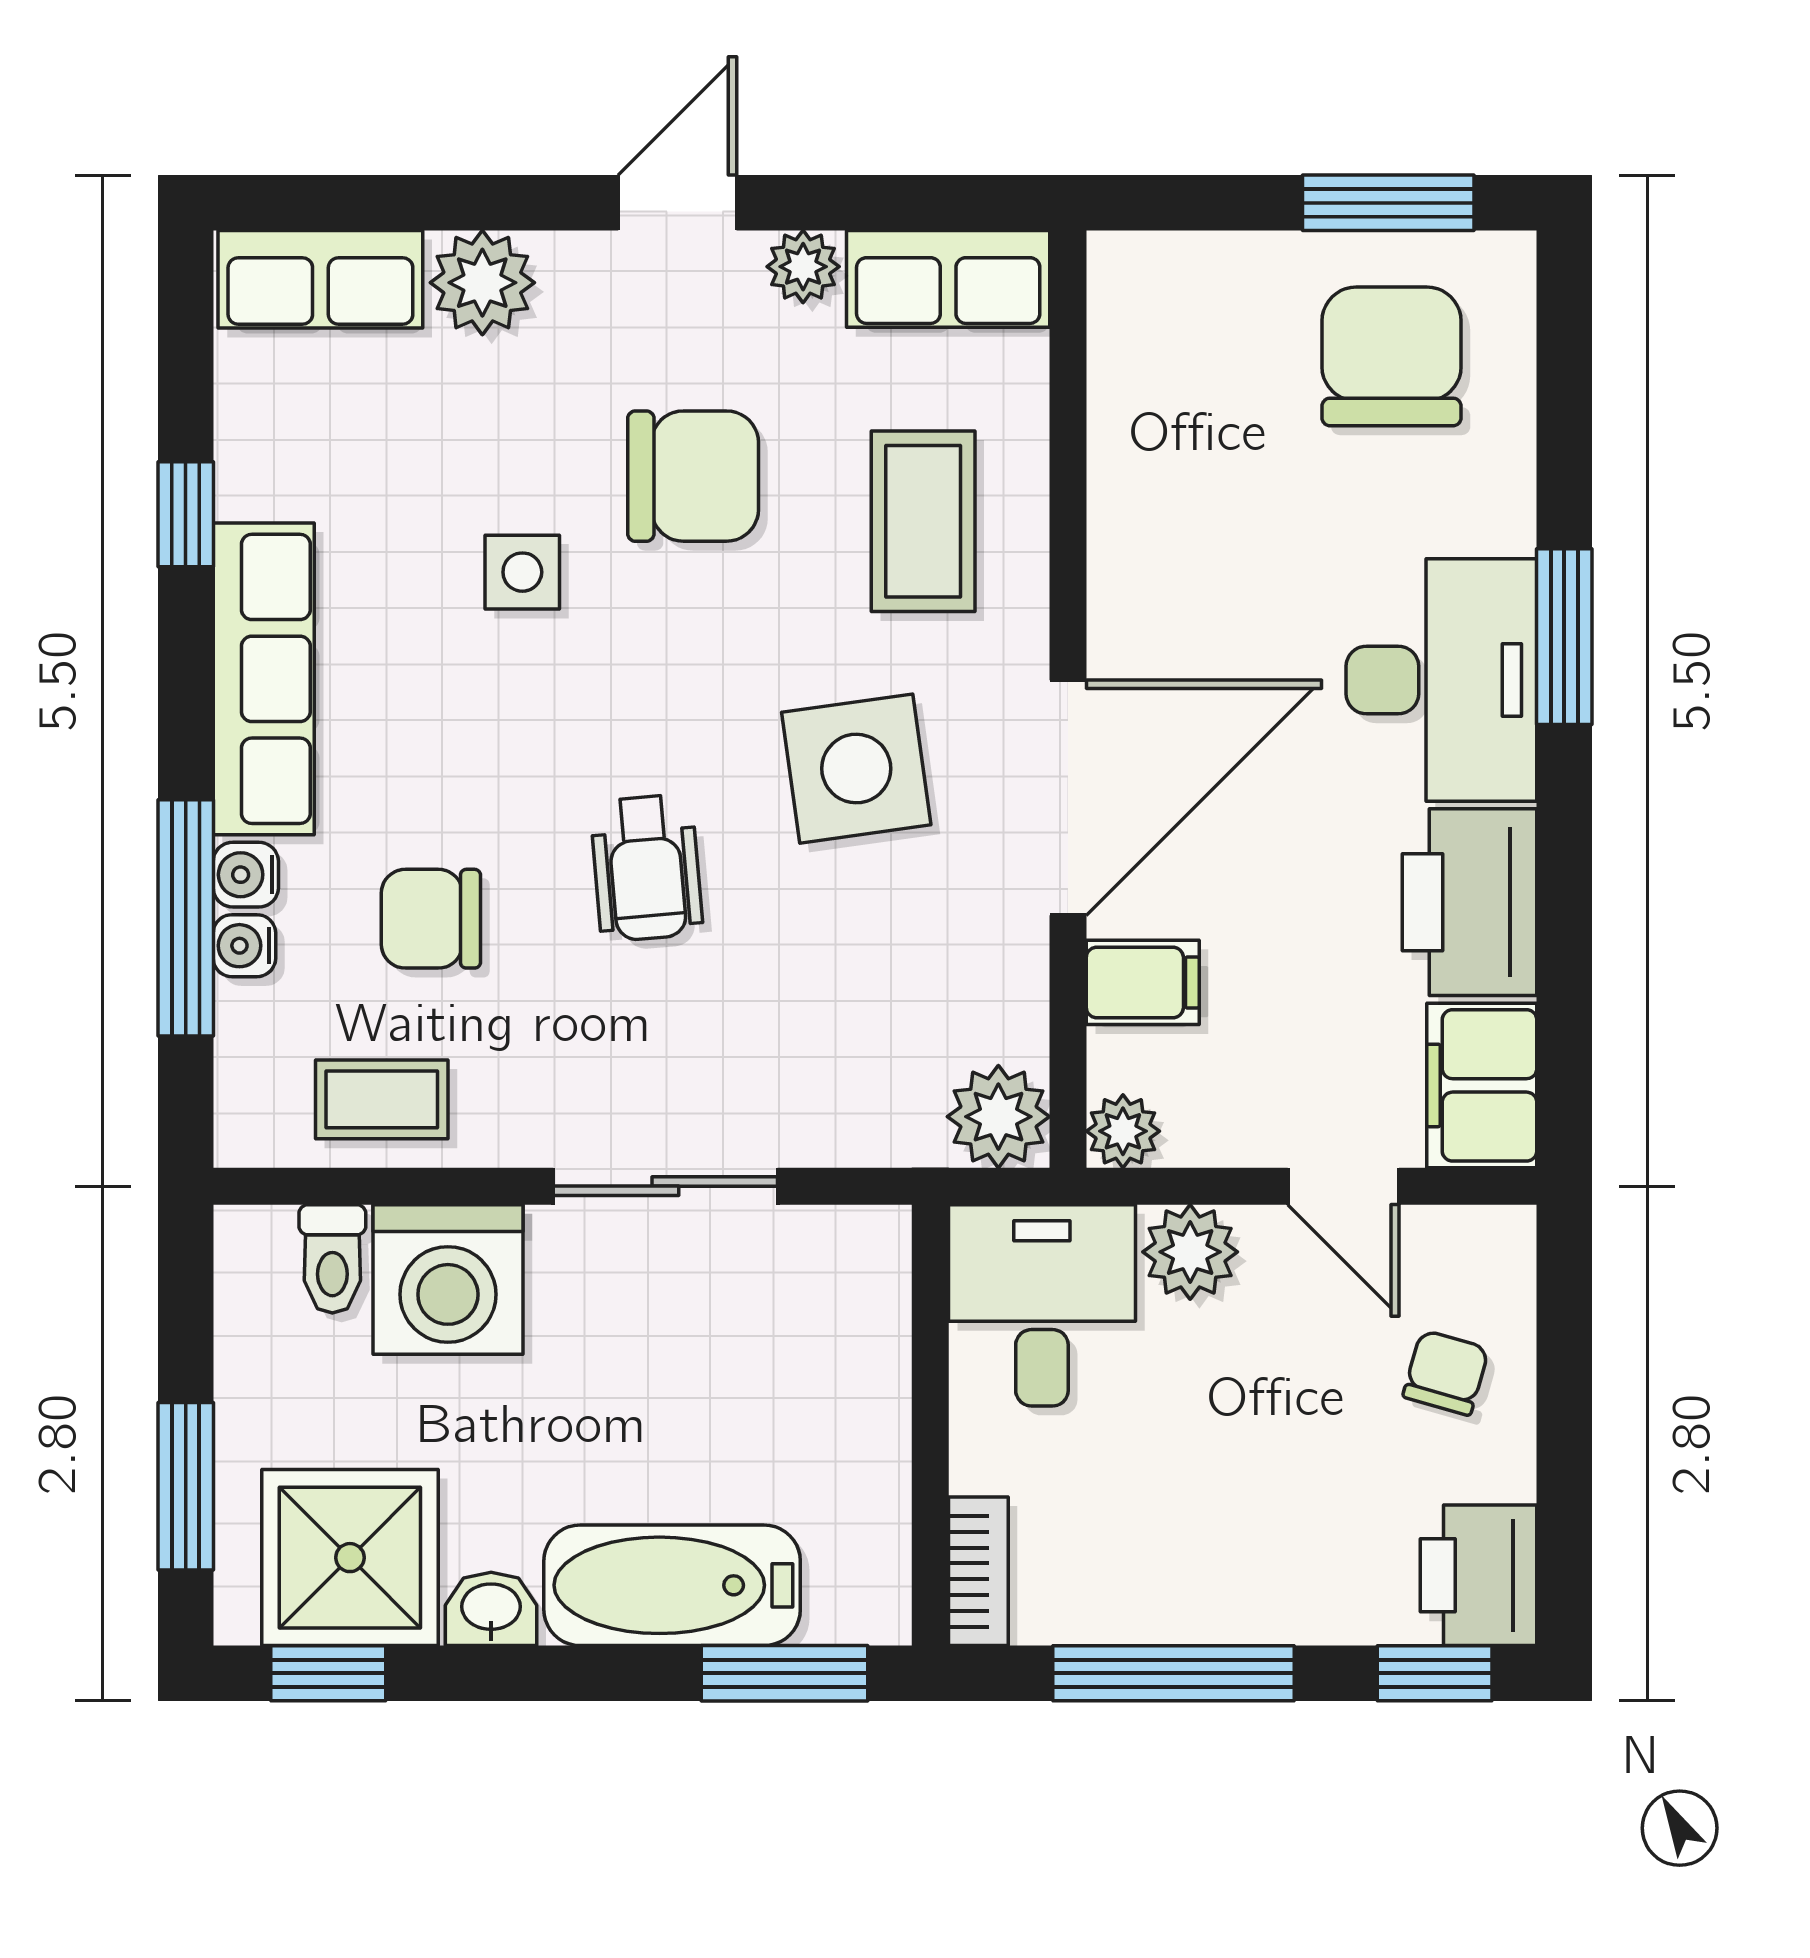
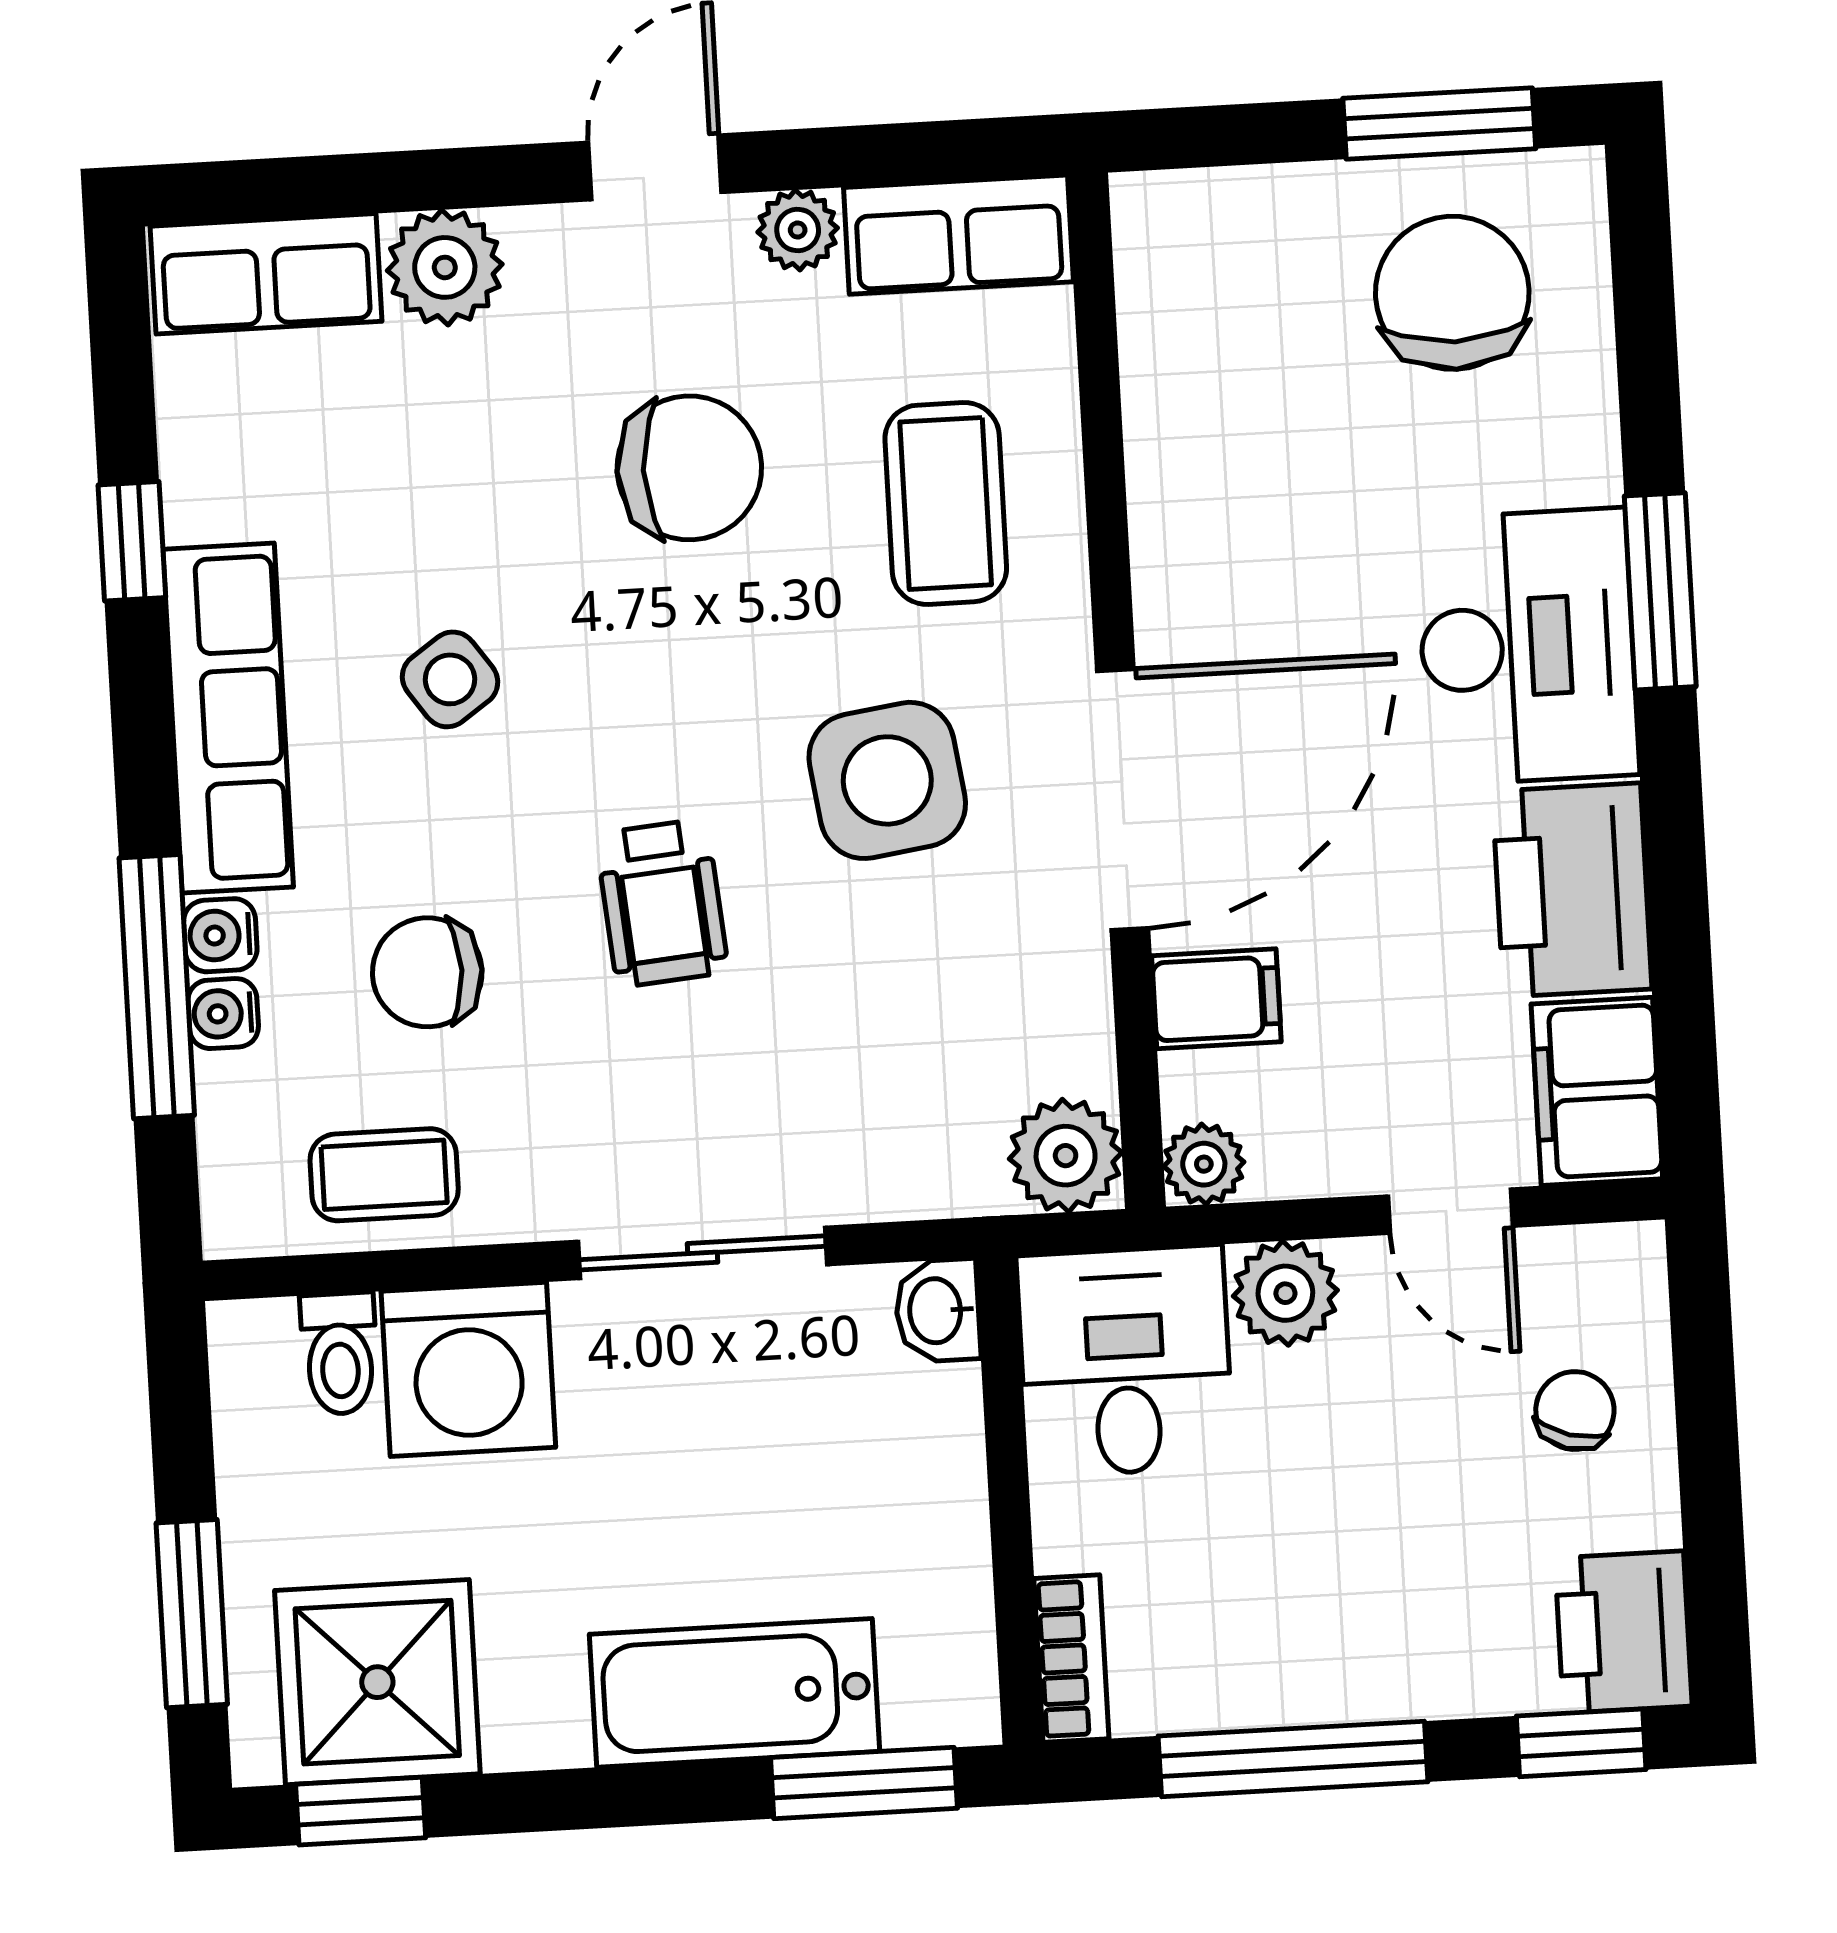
side table: (522, 572) -> (450, 679), moved, turned -35
washbasin: (491, 1609) -> (938, 1311), moved, turned -90

